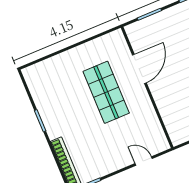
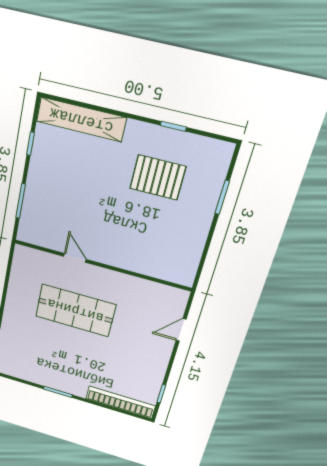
door: (139, 69) -> (75, 258), width x0.53

